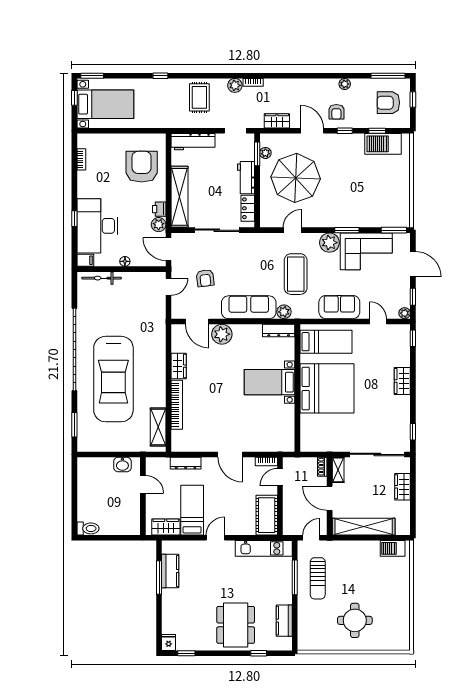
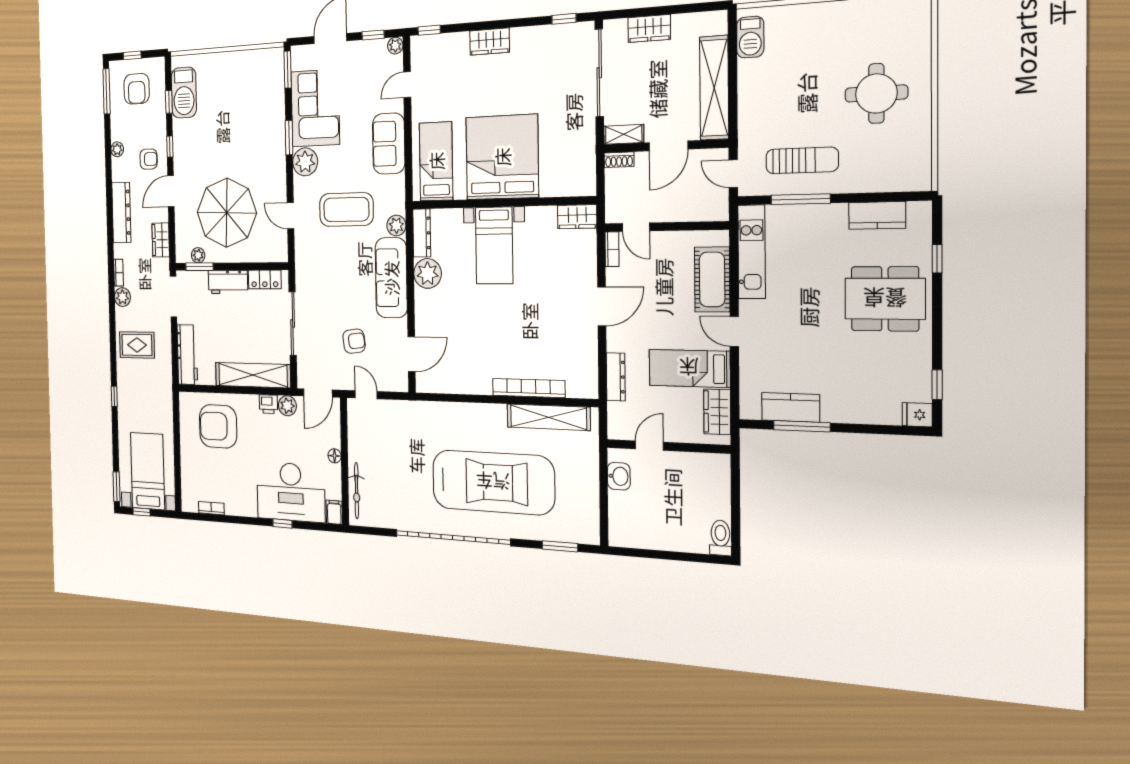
dresser: (298, 86) -> (121, 212), added
doorway: (235, 131) -> (173, 297), width x1.38
plant: (222, 334) -> (428, 273), moved
wardrobe: (179, 366) -> (577, 217), moved, turned 180
shelving: (158, 427) -> (548, 417), width x1.47
cot: (267, 515) -> (712, 279), moved, turned 90

